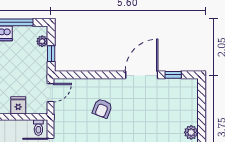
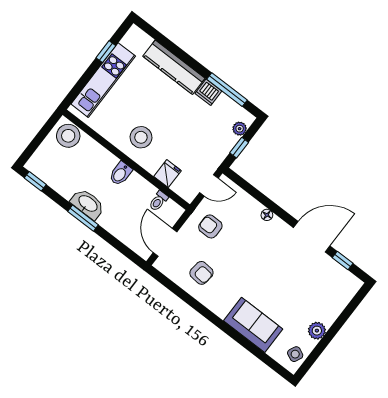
floor lamp: (102, 83) -> (267, 215), added
armchair: (102, 108) -> (210, 226), moved, turned 69
toilet: (38, 128) -> (158, 201), moved

